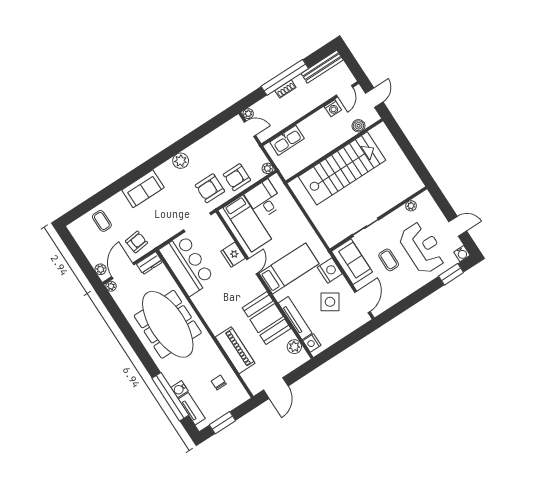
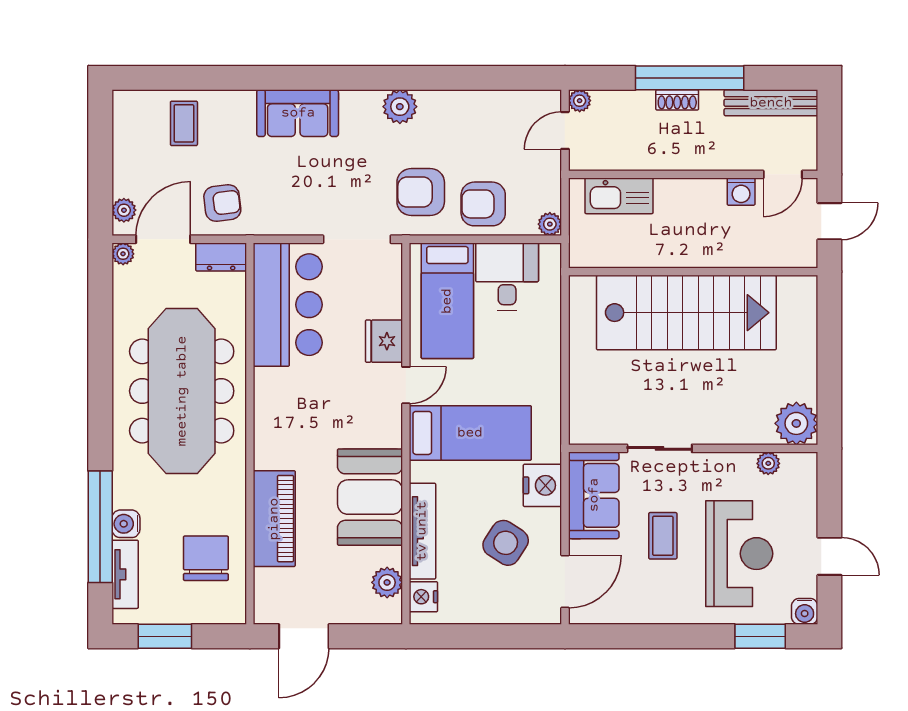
boiler: (359, 126) -> (767, 254), removed
door: (250, 129) -> (565, 130), swing flipped
plant: (412, 183) -> (796, 423), added
chair: (219, 382) -> (206, 558), width x1.87, depth x1.87

